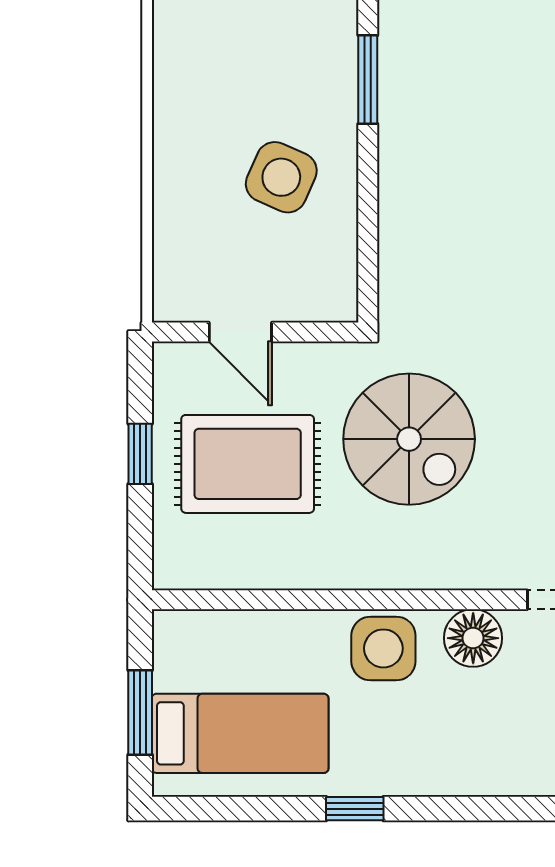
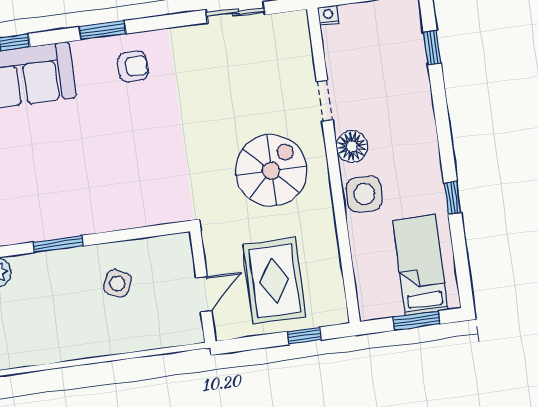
side table: (281, 177) -> (117, 283), width x0.73, depth x0.73
spiral stairs: (409, 439) -> (271, 171), moved
window: (140, 454) -> (304, 336), moved

